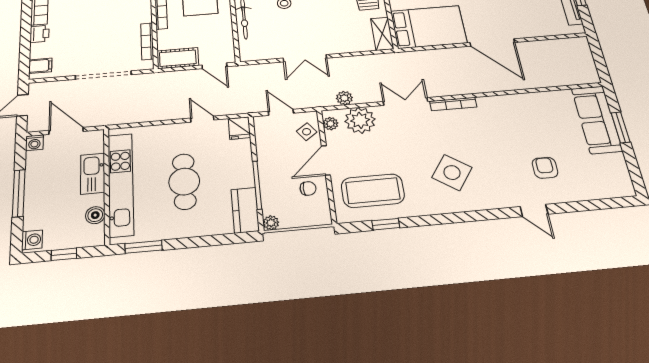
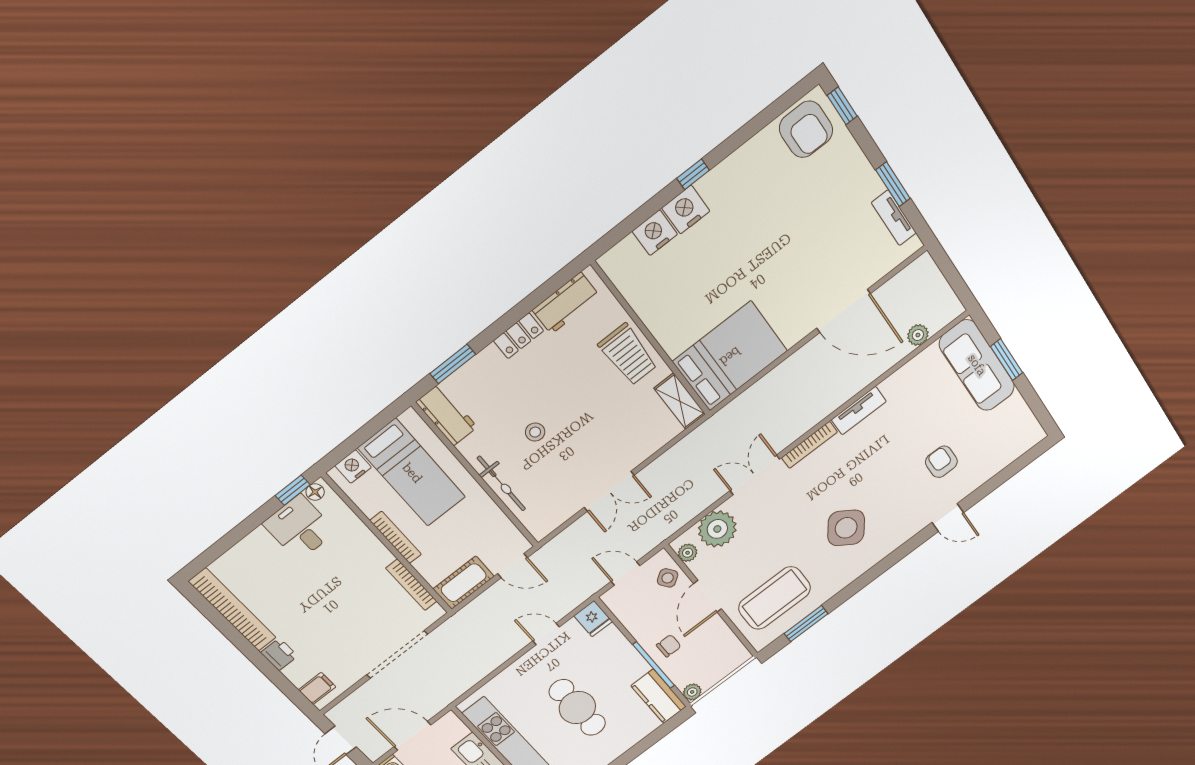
door: (492, 43) -> (843, 311), moved
plant: (344, 98) -> (918, 335), moved
tv unit: (498, 102) -> (859, 411), added
chair: (308, 188) -> (669, 646), moved
window: (386, 224) -> (806, 624), width x1.50

